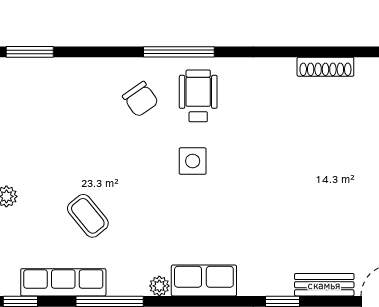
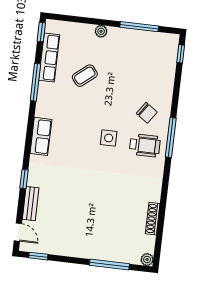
window: (30, 52) -> (181, 54), width x0.67
chair: (140, 99) -> (147, 113), turned -110
plant: (159, 286) -> (41, 111), removed

